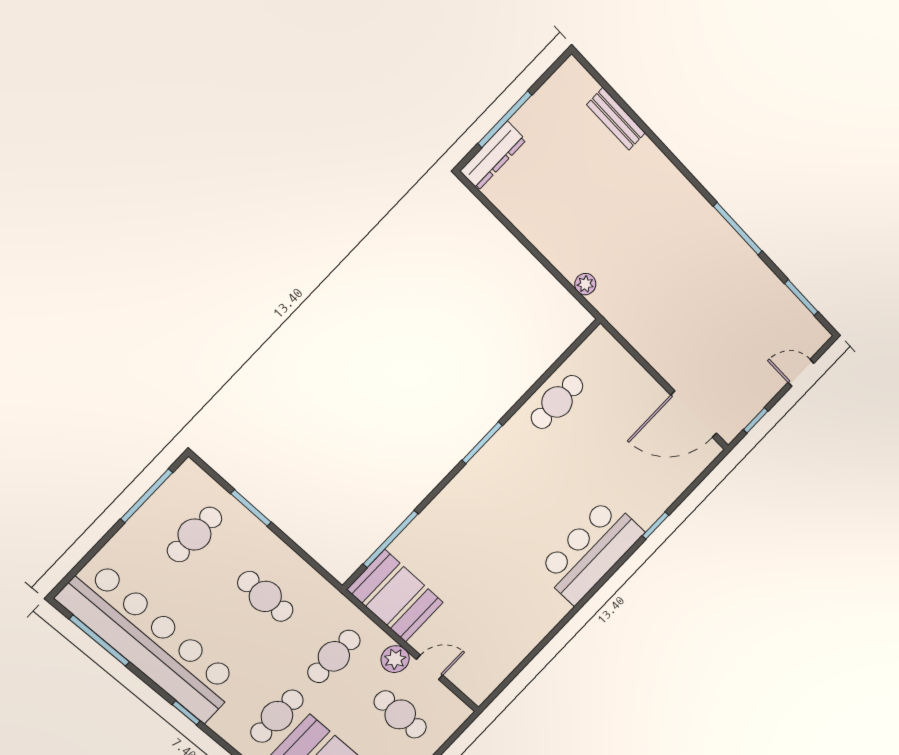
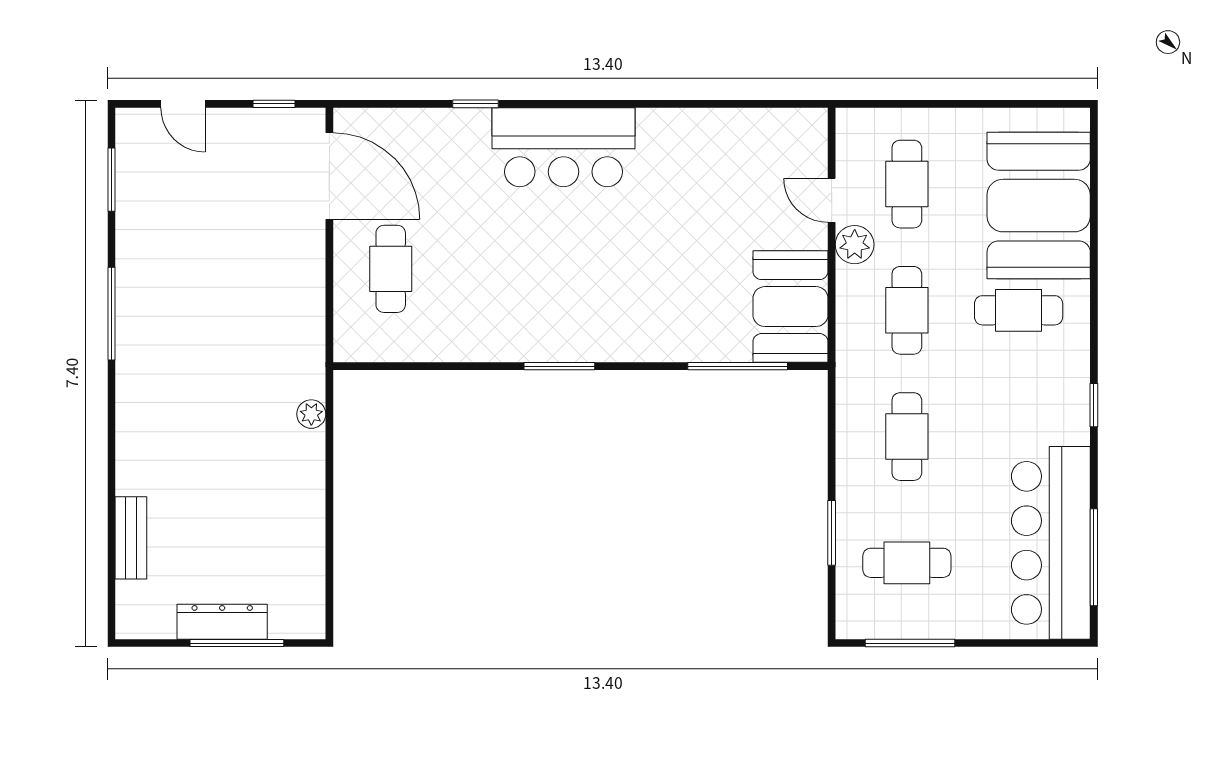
dresser: (493, 156) -> (222, 622), moved
cafe table: (557, 402) -> (391, 269), moved, turned 90
bar counter: (150, 641) -> (1051, 543), width x0.73
cafe table: (334, 656) -> (907, 310), turned 90

